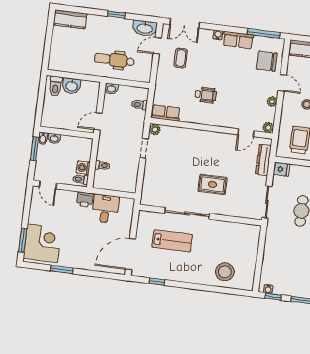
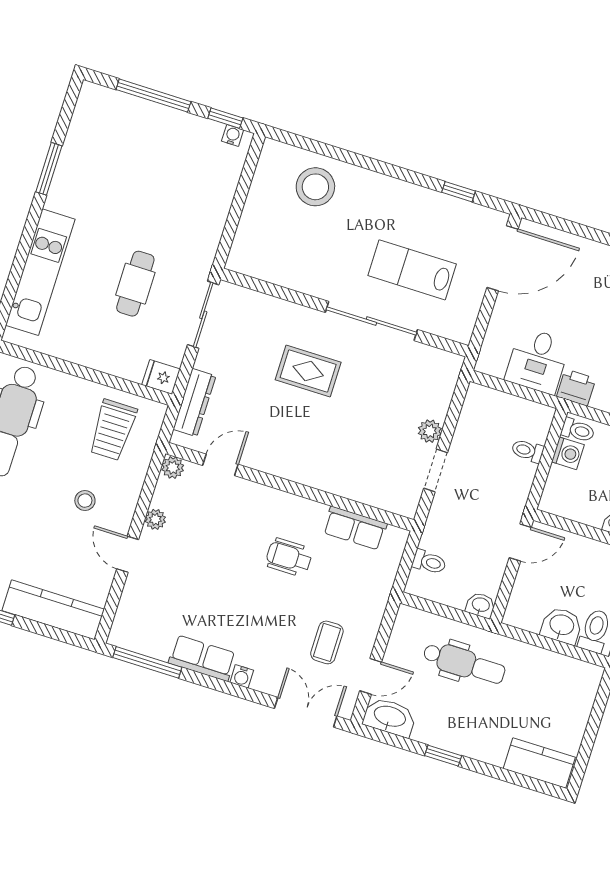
chair: (267, 61) -> (151, 604), removed
row of seats: (166, 113) -> (355, 528), moved
plant: (155, 129) -> (430, 431), moved

